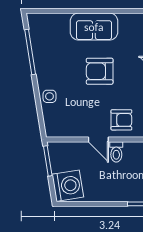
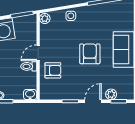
armchair: (121, 120) -> (53, 70), turned -90
plant: (53, 131) -> (45, 18), added

